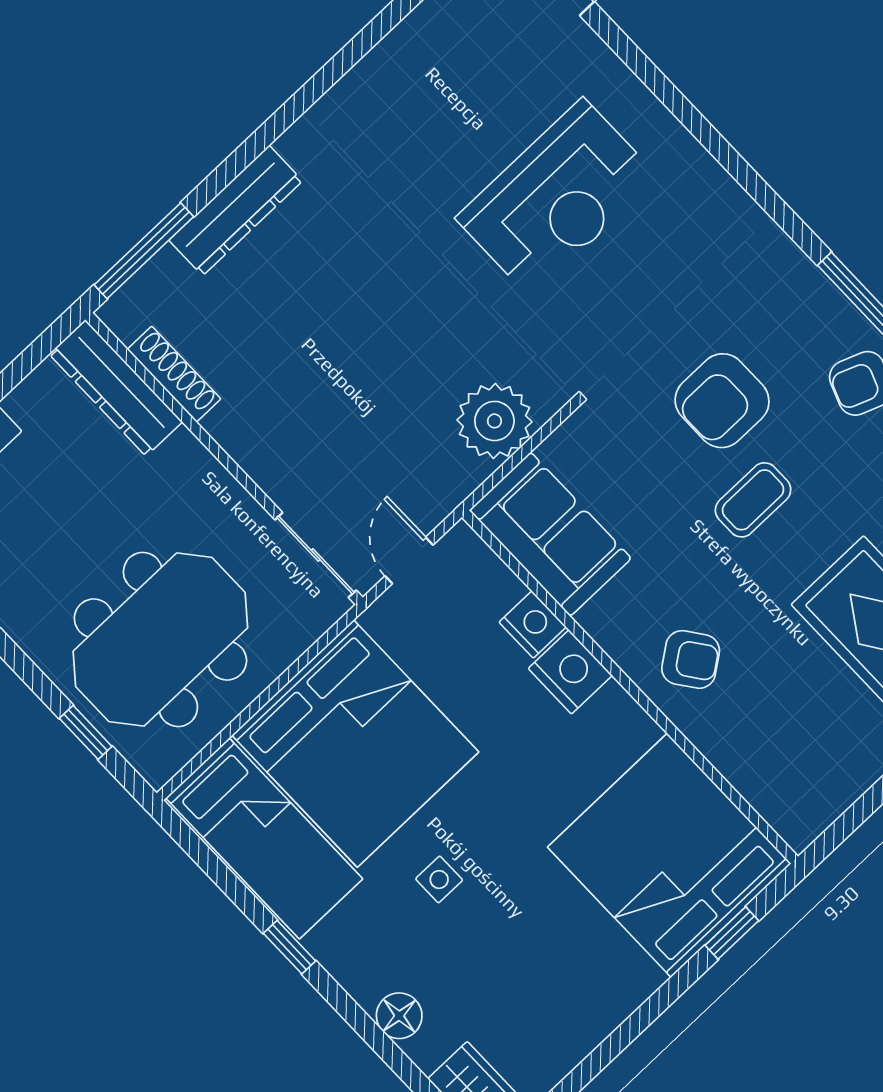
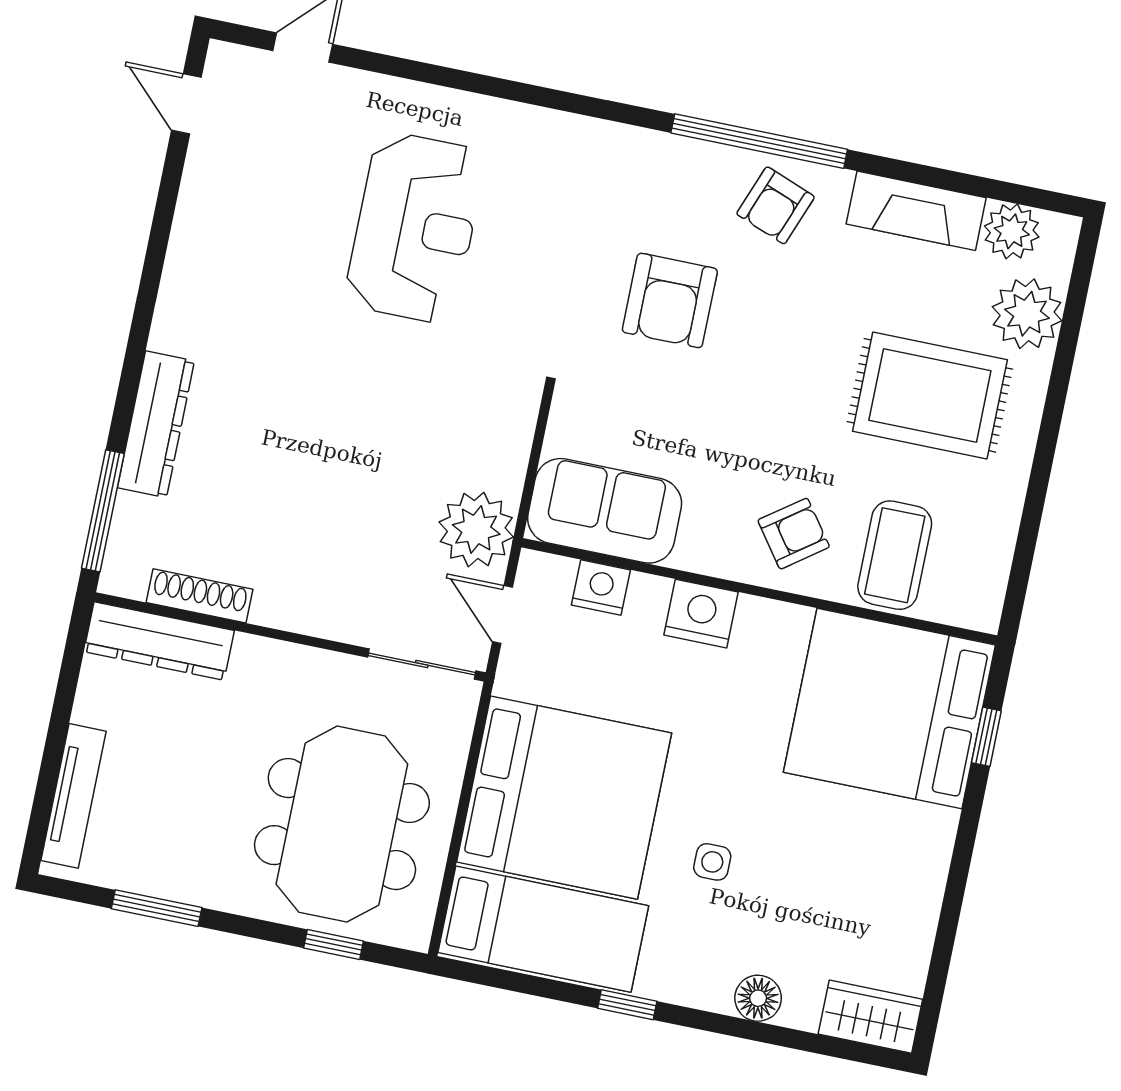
plant: (494, 421) -> (476, 530), moved
coffee table: (753, 500) -> (895, 555), moved, width x1.36, depth x1.30
nightstand: (533, 624) -> (601, 588), moved

